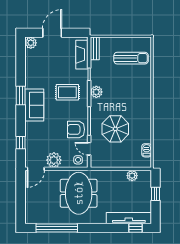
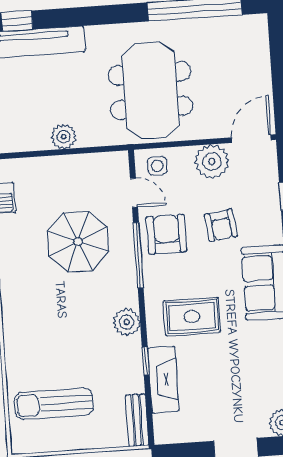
fireplace: (82, 55) -> (163, 379), moved
armchair: (76, 129) -> (166, 234), turned -90
armchair: (52, 132) -> (221, 225), added
plant: (132, 176) -> (64, 137), moved

